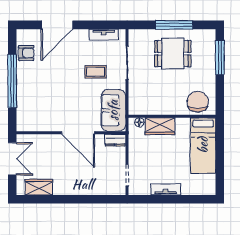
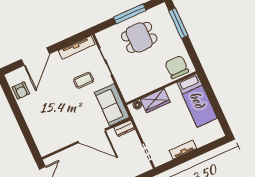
tv unit: (104, 35) -> (77, 47), width x1.41
armchair: (26, 53) -> (21, 91), turned 90
window: (12, 81) -> (20, 118), removed

